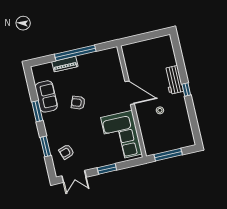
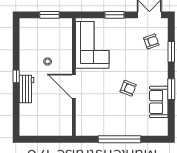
piano: (65, 64) -> (133, 130), removed
window: (168, 155) -> (50, 15), width x0.69

